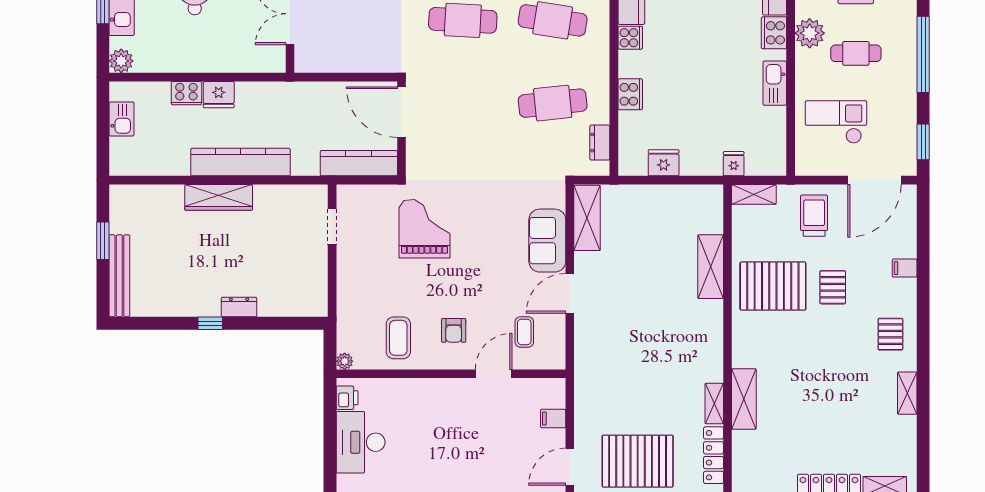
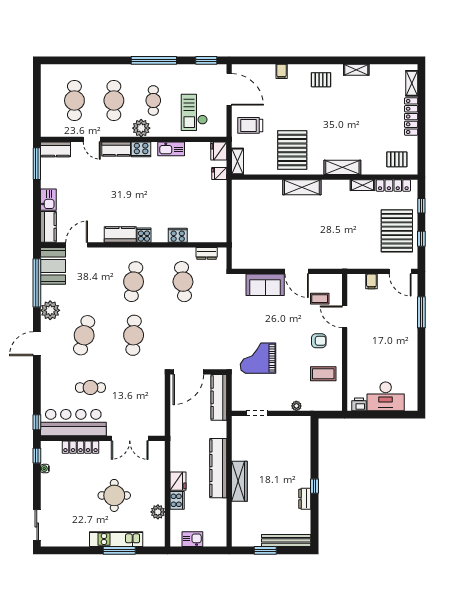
plant: (121, 61) -> (158, 512), moved
fridge: (664, 163) -> (219, 151), moved
shelving: (587, 218) -> (252, 261), removed
shelving: (711, 267) -> (302, 187), moved
pallet: (833, 287) -> (397, 159), moved
dresser: (239, 307) -> (305, 499), moved
plant: (345, 361) -> (296, 406), moved
shelving: (744, 399) -> (342, 167), moved

